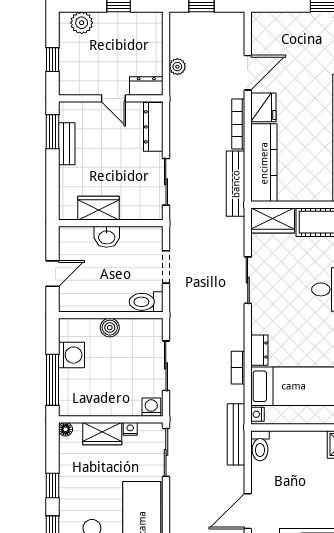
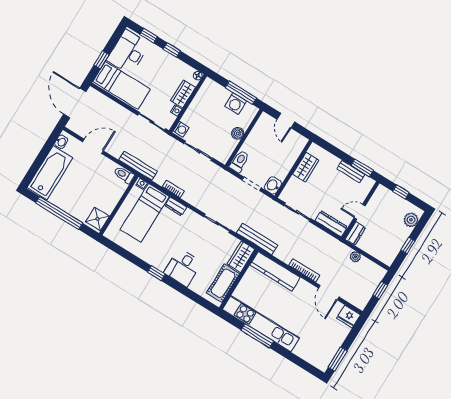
fridge: (263, 107) -> (349, 316), moved
bench: (236, 184) -> (257, 239), moved
washbasin: (107, 237) -> (273, 185), moved
window: (53, 380) -> (241, 93), moved
door: (248, 511) -> (93, 146), hinge flipped

